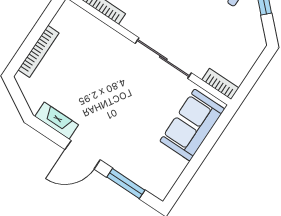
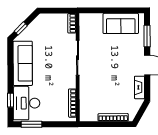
sofa: (192, 125) -> (121, 23), moved

